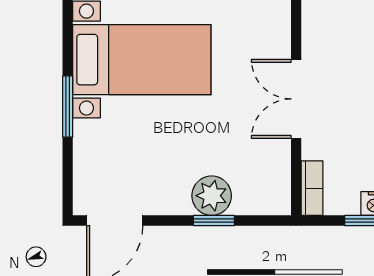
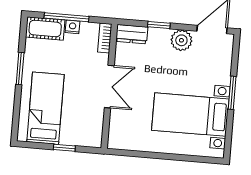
plant: (212, 196) -> (181, 40), moved
dresser: (263, 199) -> (132, 34), added

